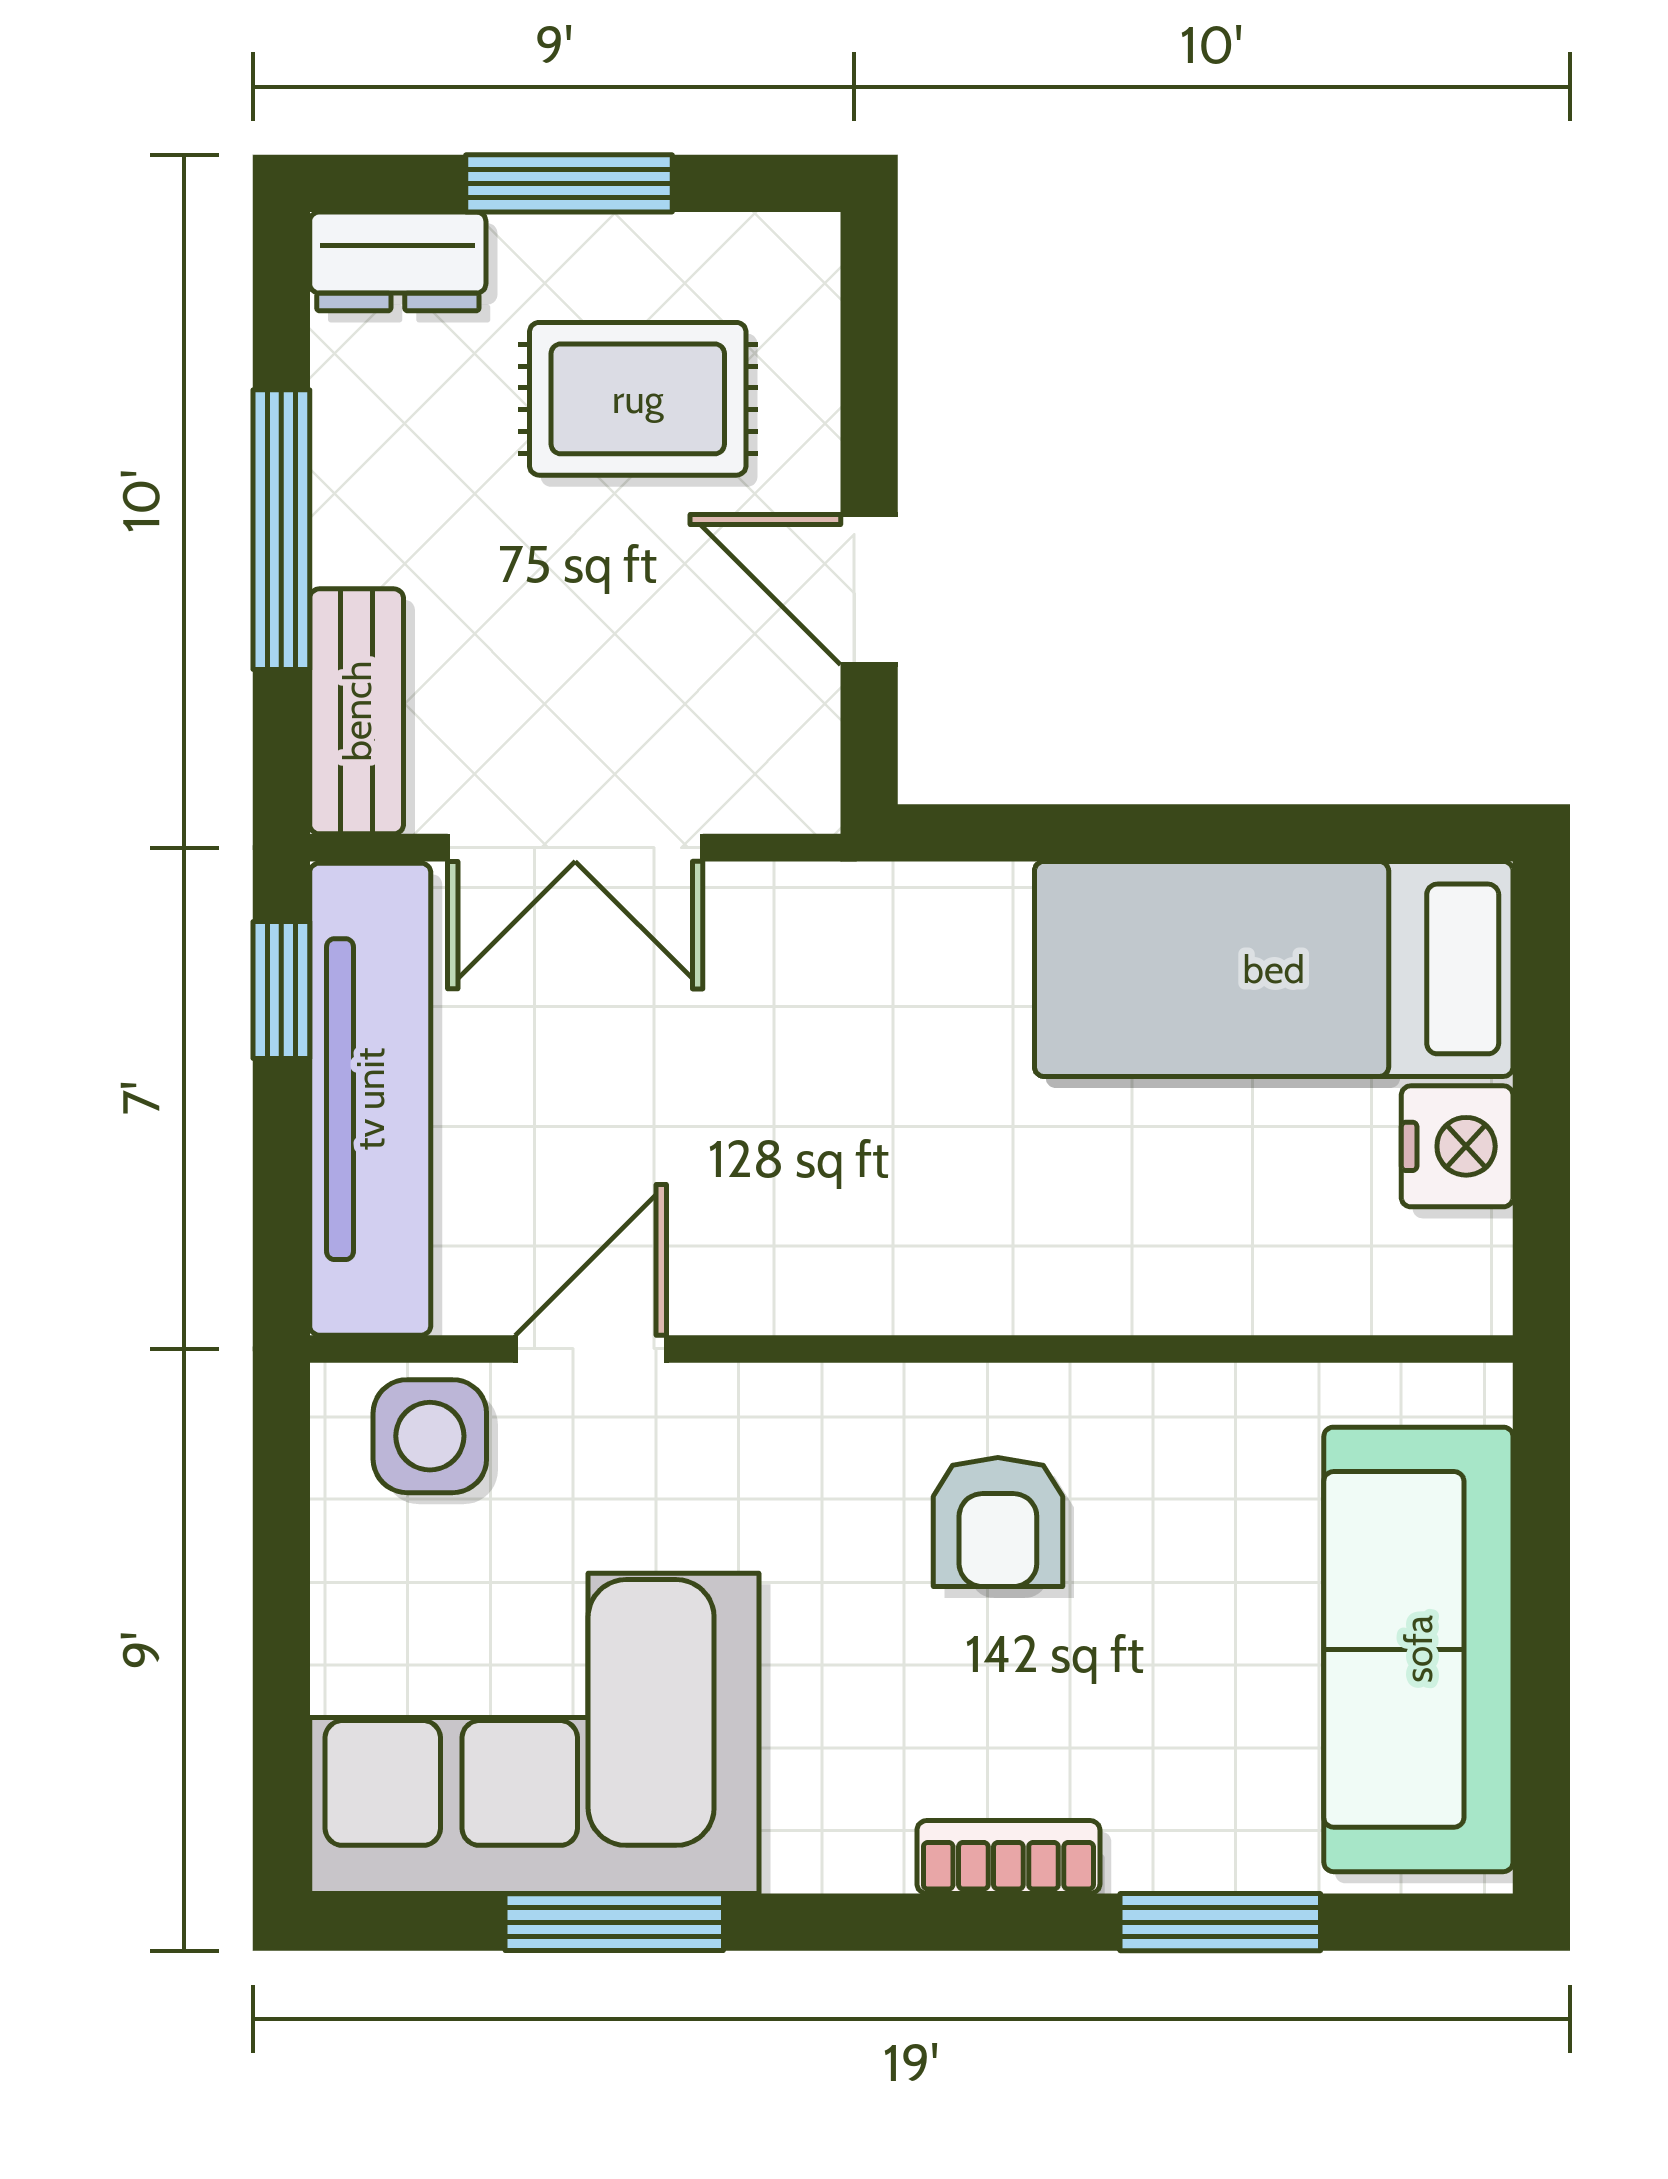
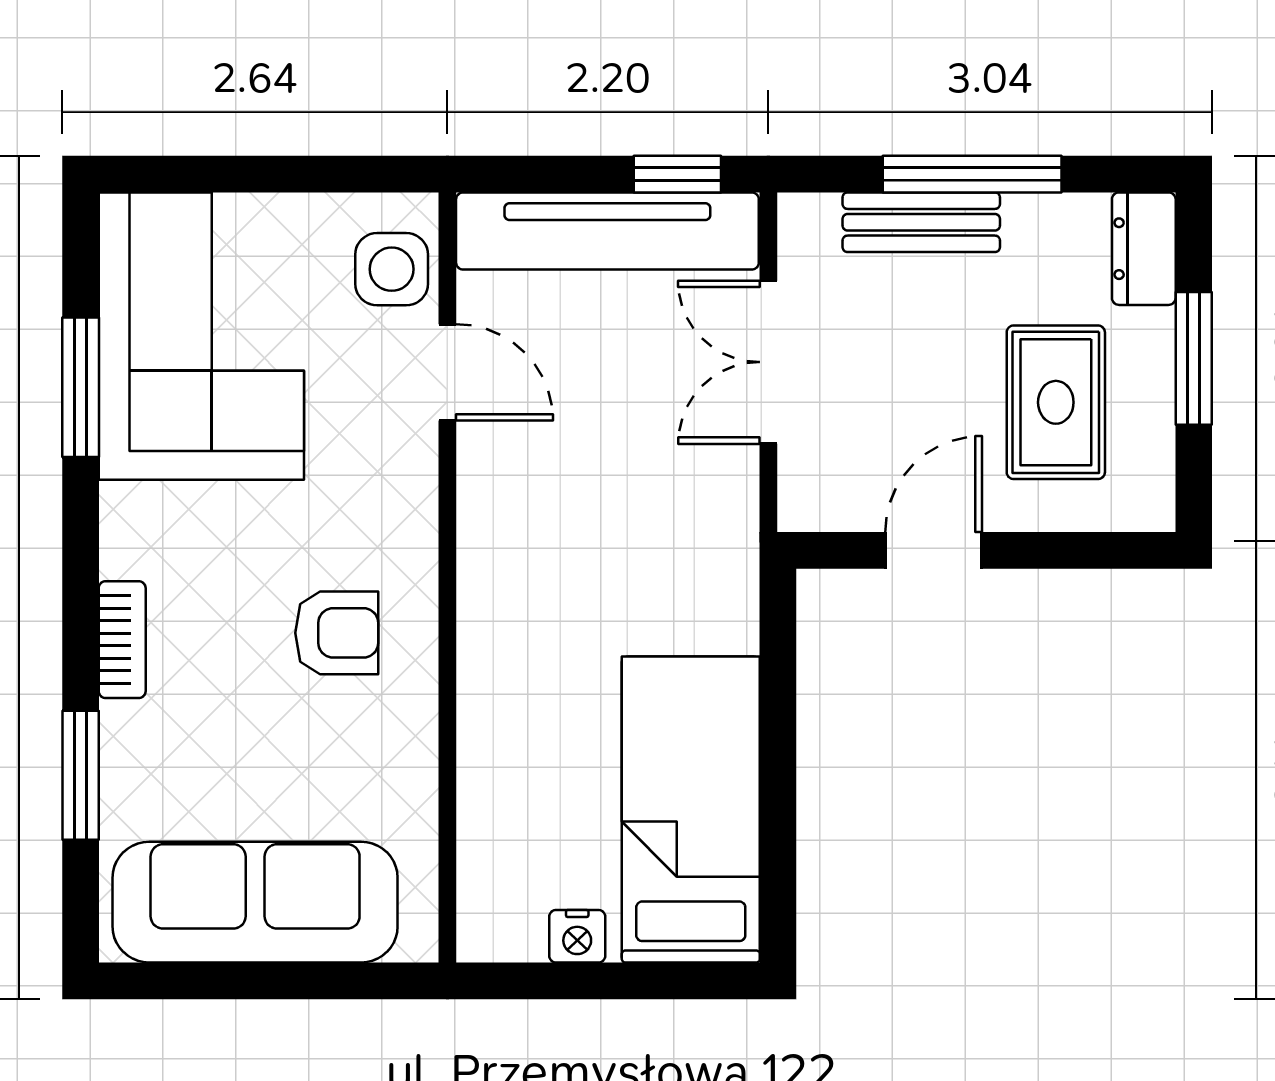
bench: (357, 711) -> (921, 222), moved
nightstand: (1457, 1146) -> (577, 936), width x0.72, depth x0.74
armchair: (998, 1522) -> (337, 633), turned 180

